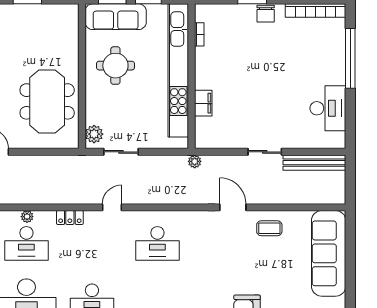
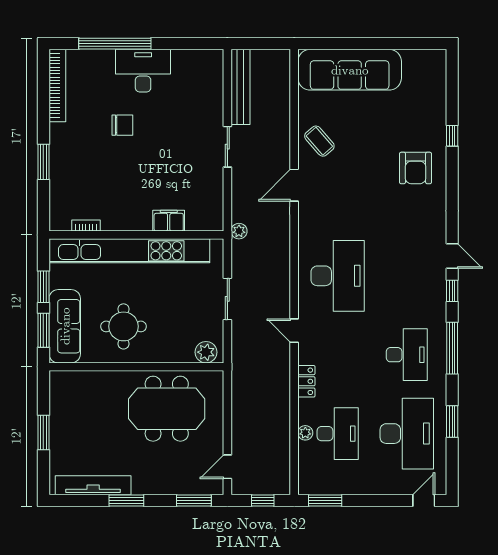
chair: (266, 14) -> (122, 125), moved
desk: (328, 108) -> (143, 71), moved
sliding door: (121, 152) -> (227, 299), moved
coffee table: (269, 228) -> (319, 141), turned -41
desk: (157, 243) -> (338, 276), width x1.36, depth x1.30

